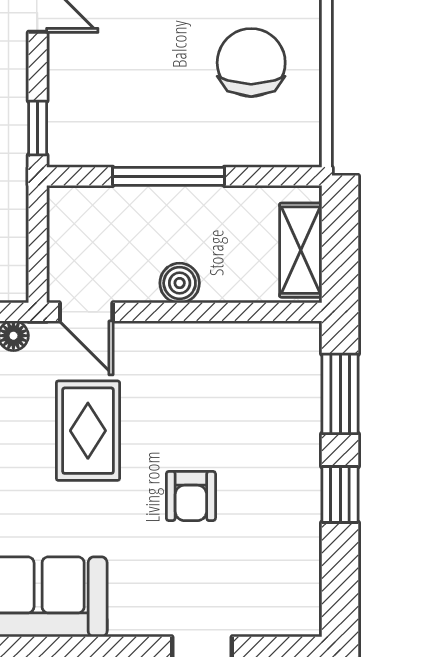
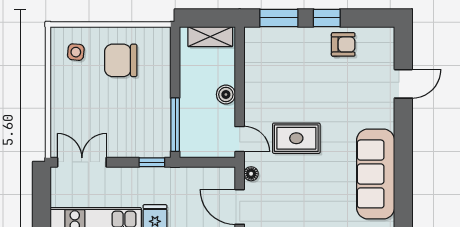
window: (168, 176) -> (175, 125), moved
door: (86, 312) -> (240, 139), hinge flipped
armchair: (191, 496) -> (343, 44), moved

